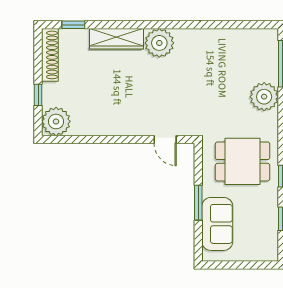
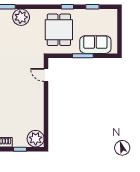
door: (165, 139) -> (46, 75), swing flipped

